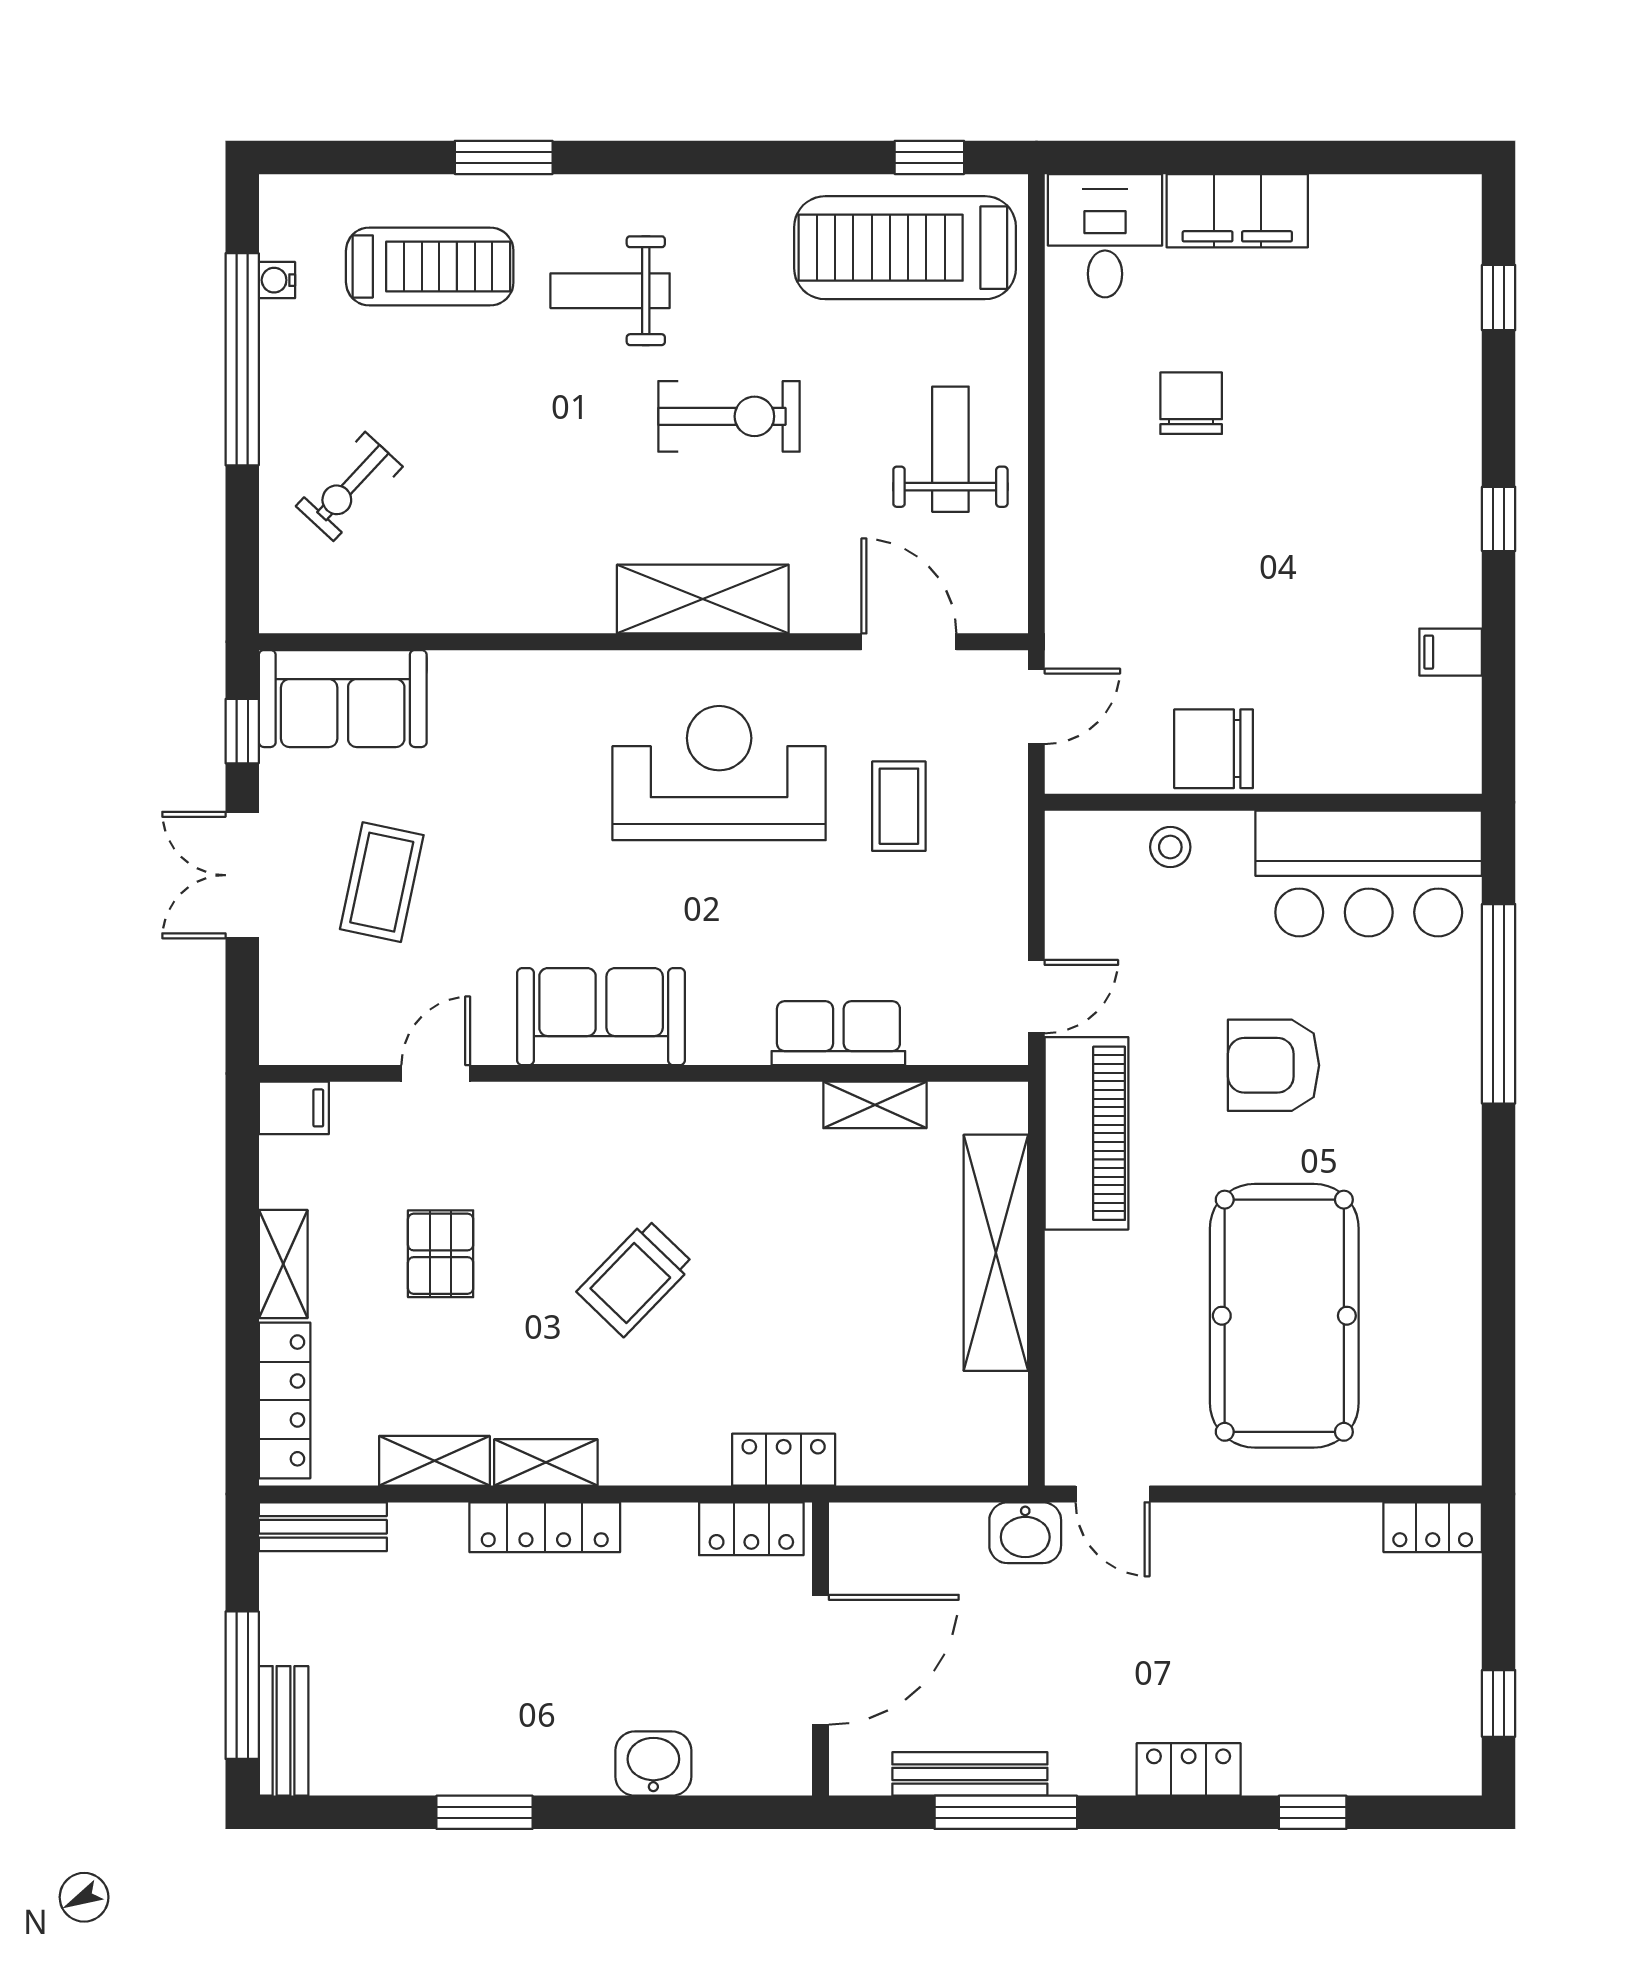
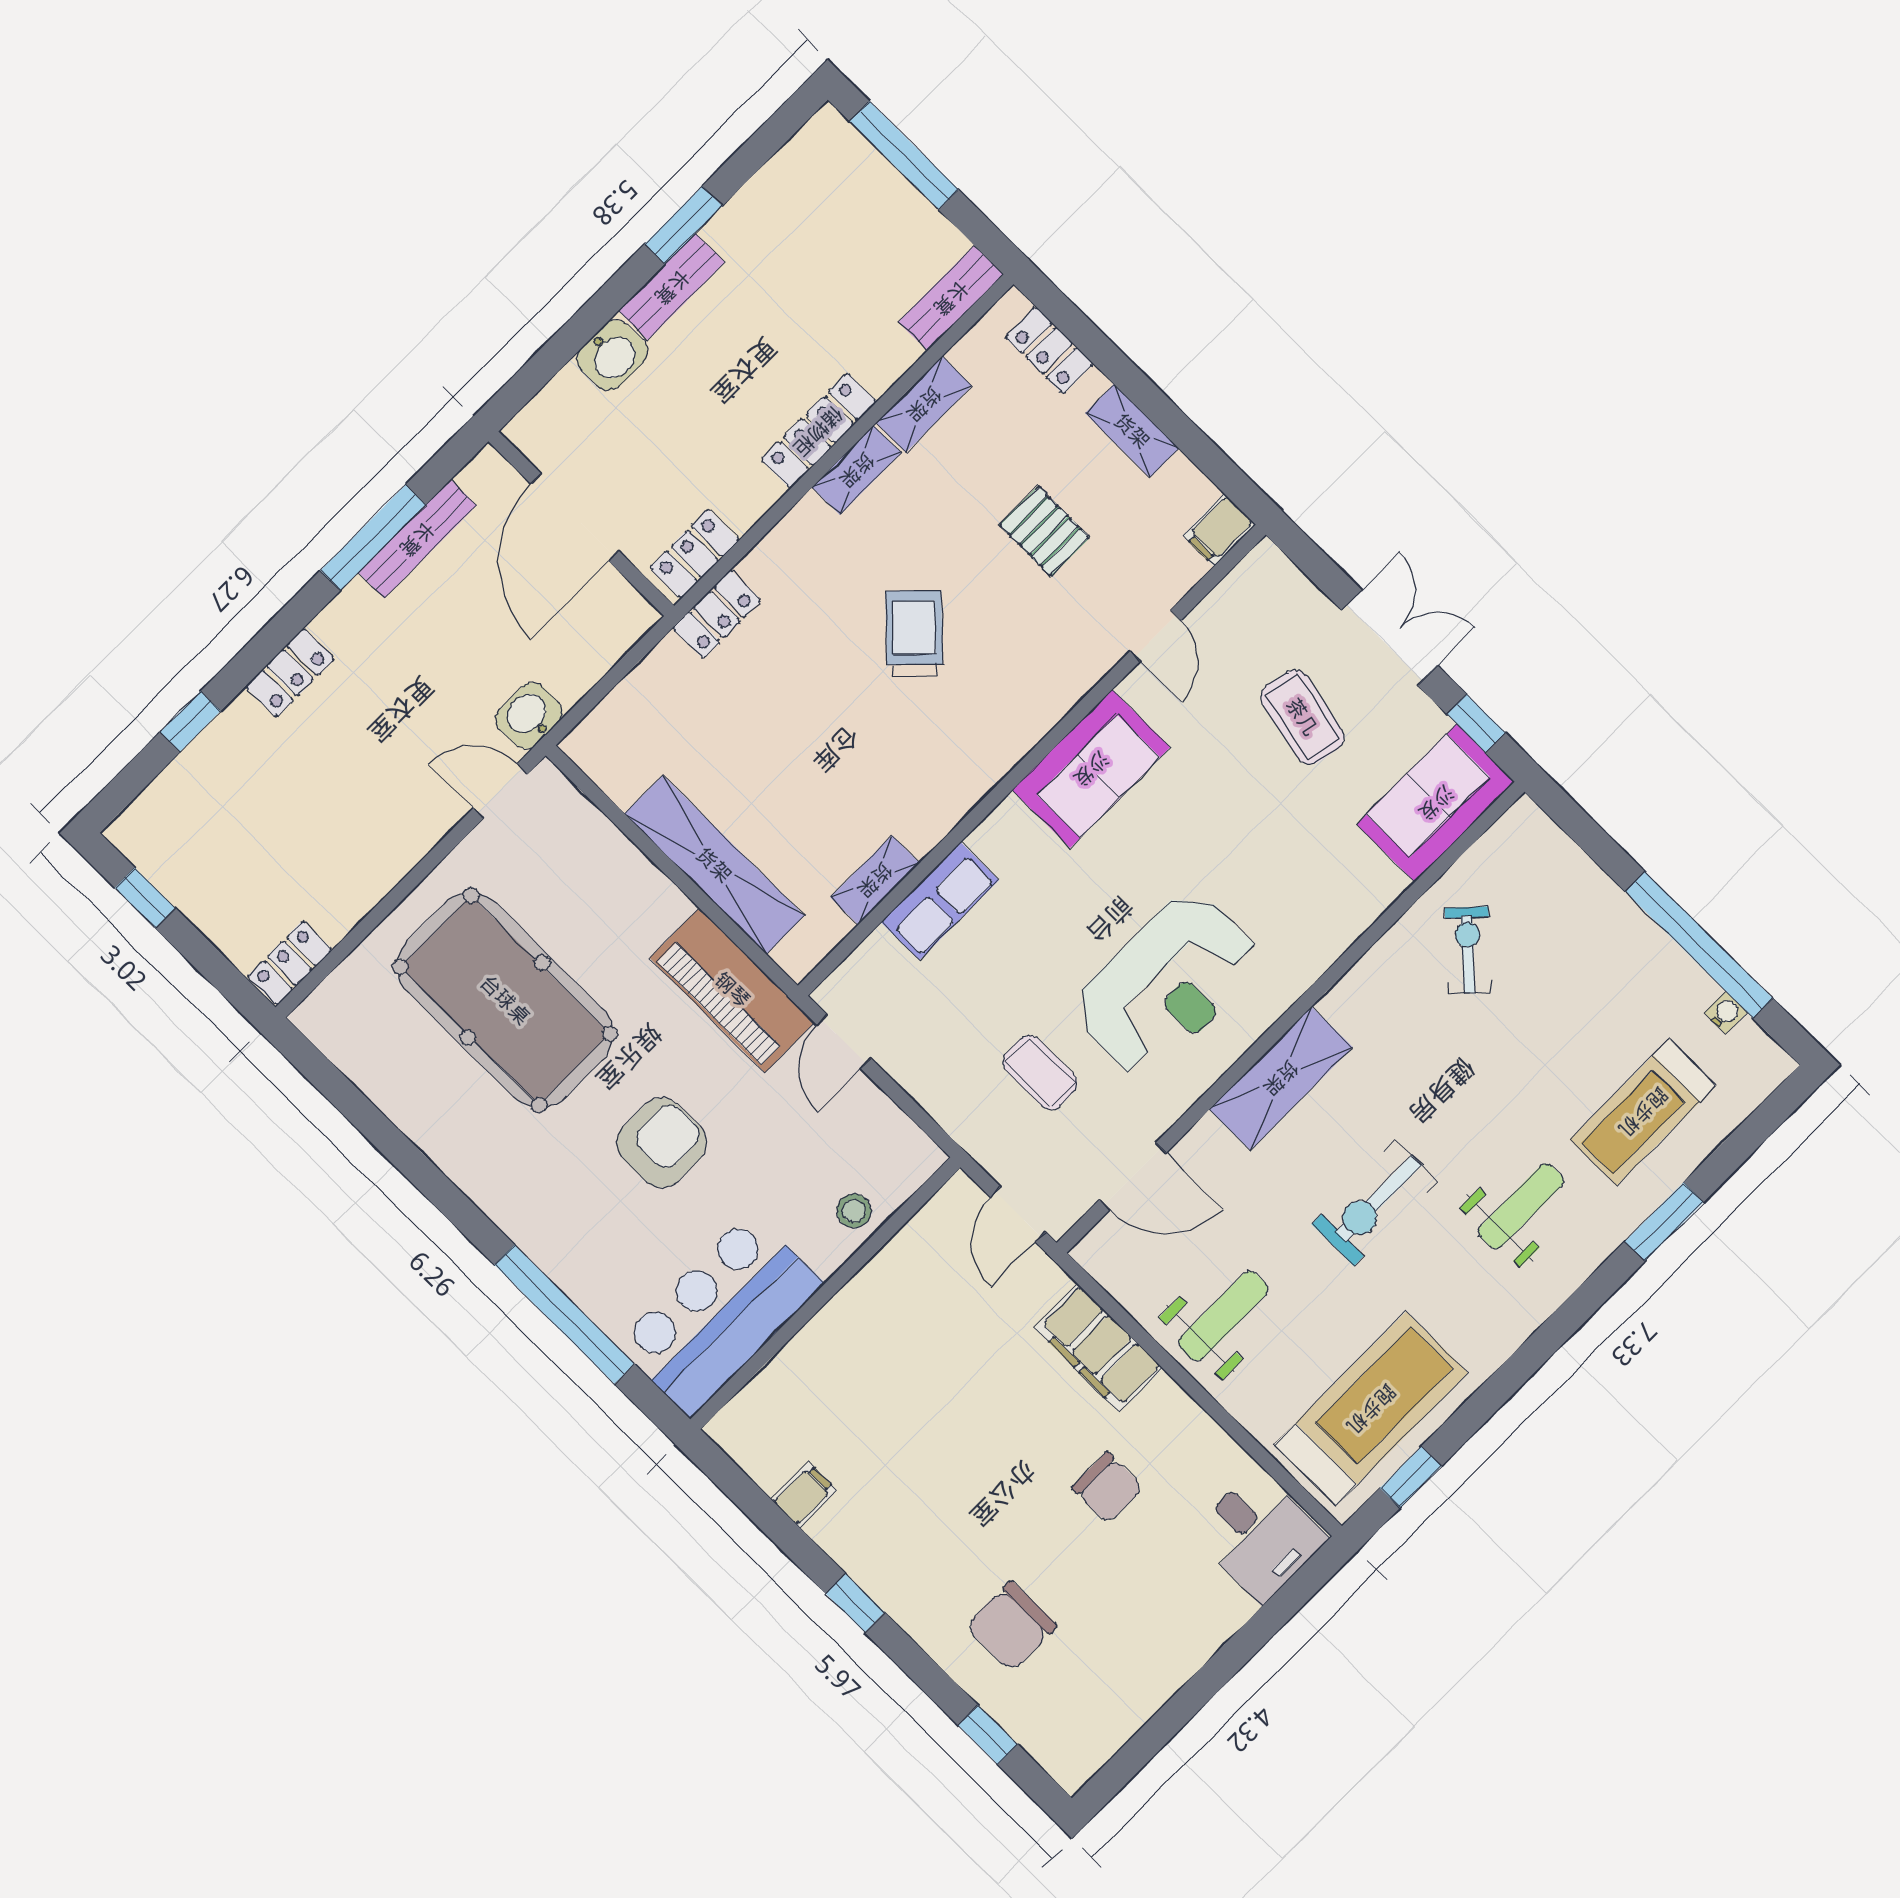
filing cabinet: (1237, 211) -> (1099, 1348), moved, turned -90
weight bench: (950, 449) -> (1223, 1316), turned -90
exercise bike: (349, 486) -> (1468, 950), moved
chair: (1214, 749) -> (1011, 1626), moved, turned 180
locker: (285, 1400) -> (1049, 350), width x0.66
bench: (284, 1731) -> (672, 287), moved, turned 90

